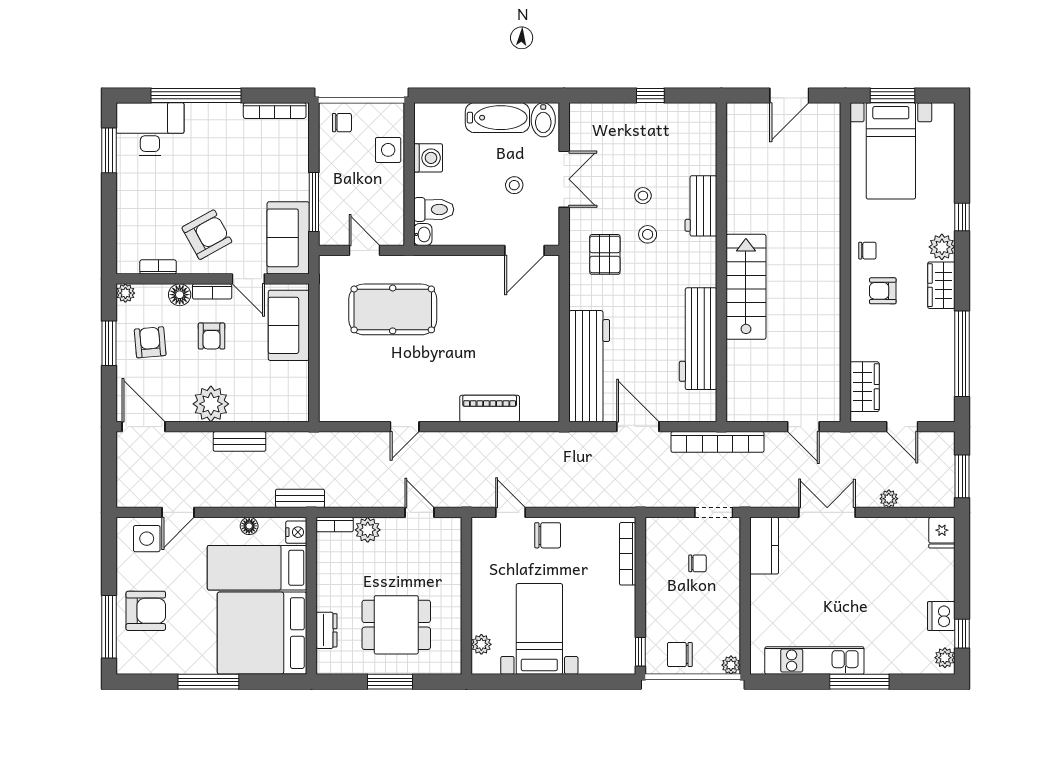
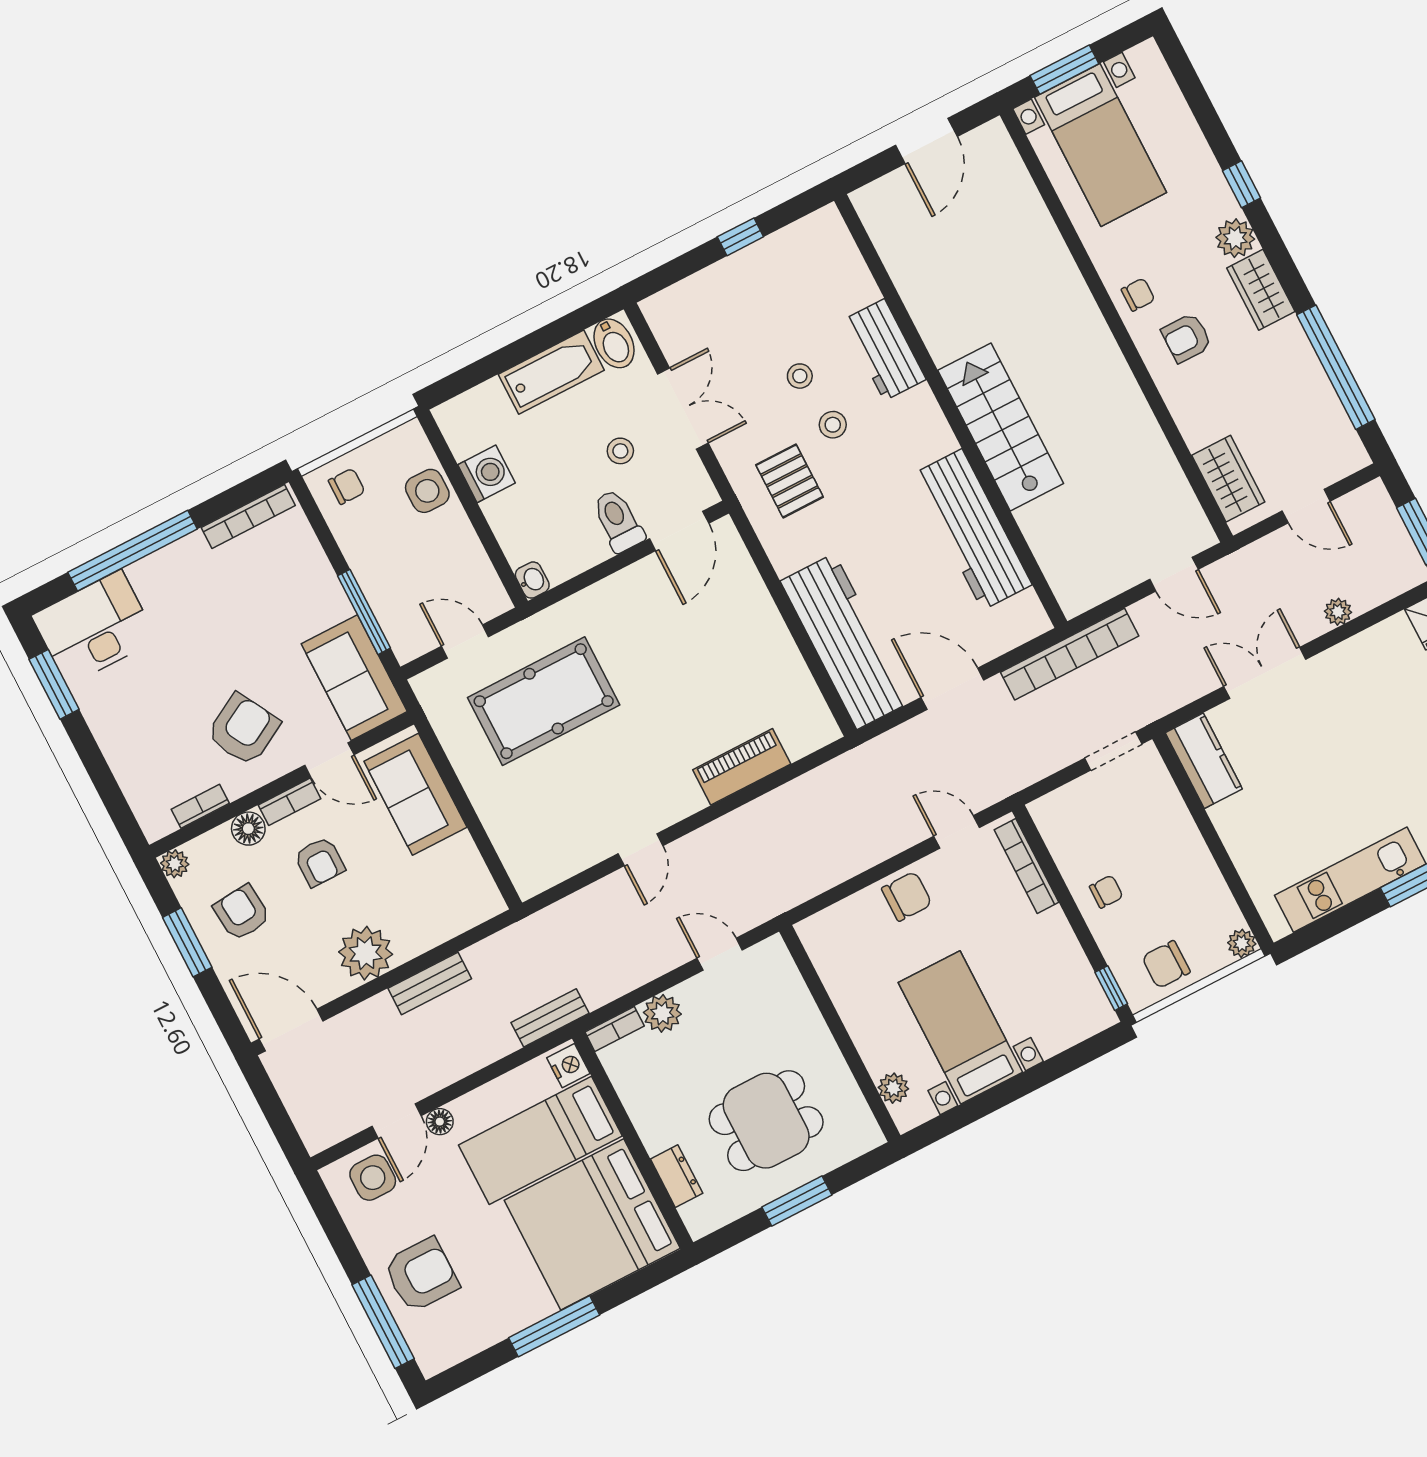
toilet: (434, 209) -> (618, 521), moved, turned -90
door: (510, 512) -> (957, 832), moved
floor lamp: (249, 526) -> (440, 1122), moved
chair: (697, 563) -> (1106, 892), moved

